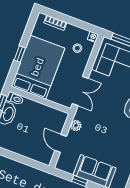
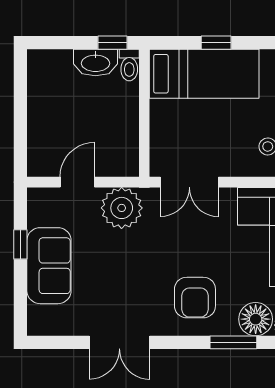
bed: (38, 67) -> (204, 74), width x0.67
plant: (76, 126) -> (122, 208), width x1.87, depth x1.87

